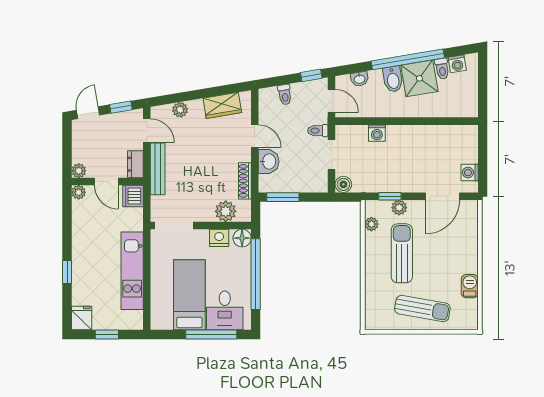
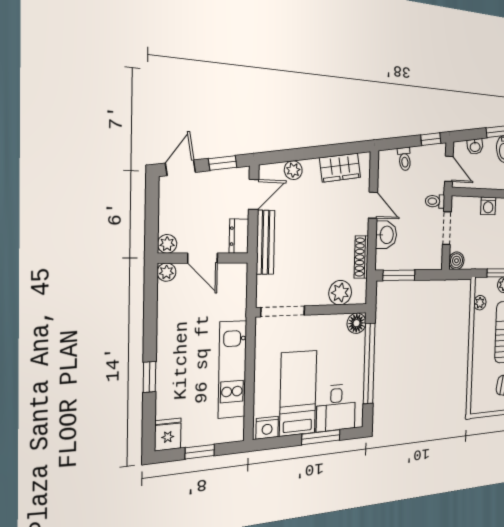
door: (147, 131) -> (254, 194), hinge flipped
dishwasher: (133, 196) -> (235, 276), removed
nightstand: (219, 238) -> (267, 428), moved, turned 180
window: (211, 334) -> (321, 437), width x0.69

